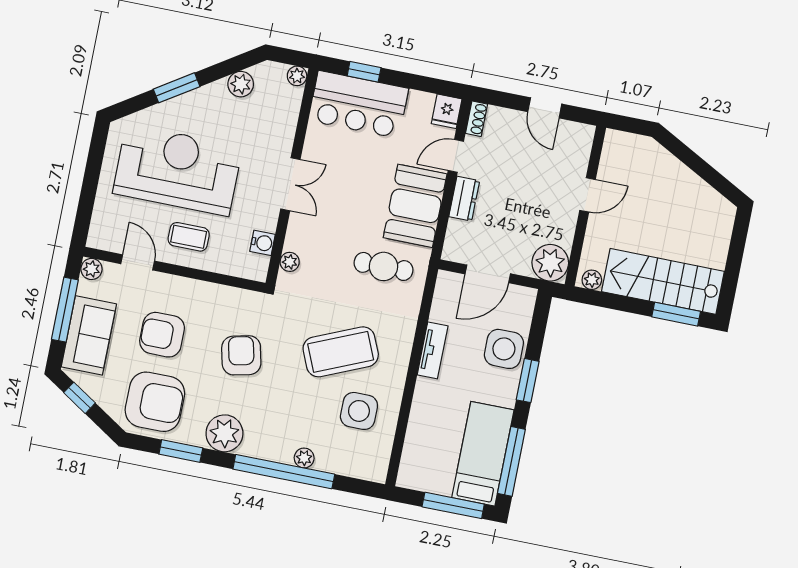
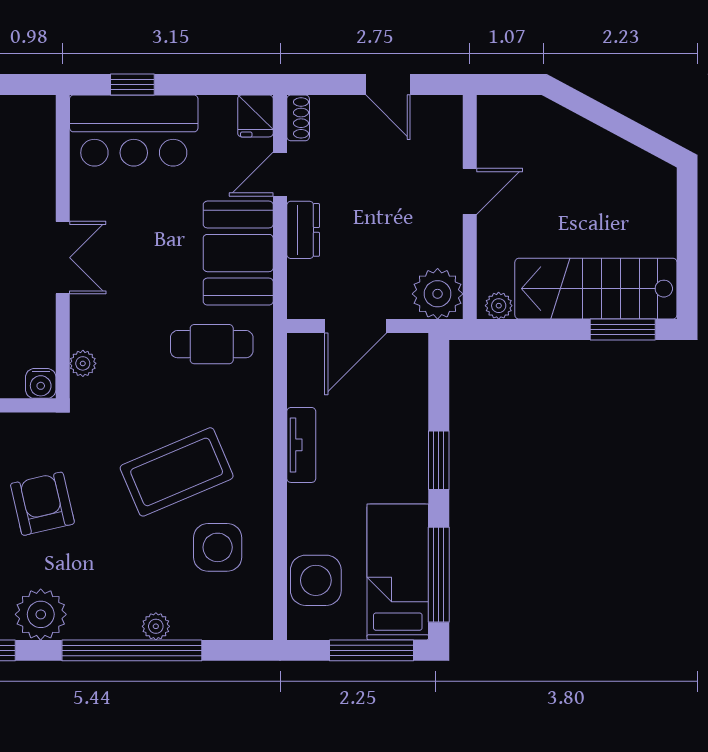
plant: (297, 76) -> (42, 108), removed
water cooler: (263, 243) -> (41, 383), moved, turned 90
side table: (504, 349) -> (316, 580), moved

